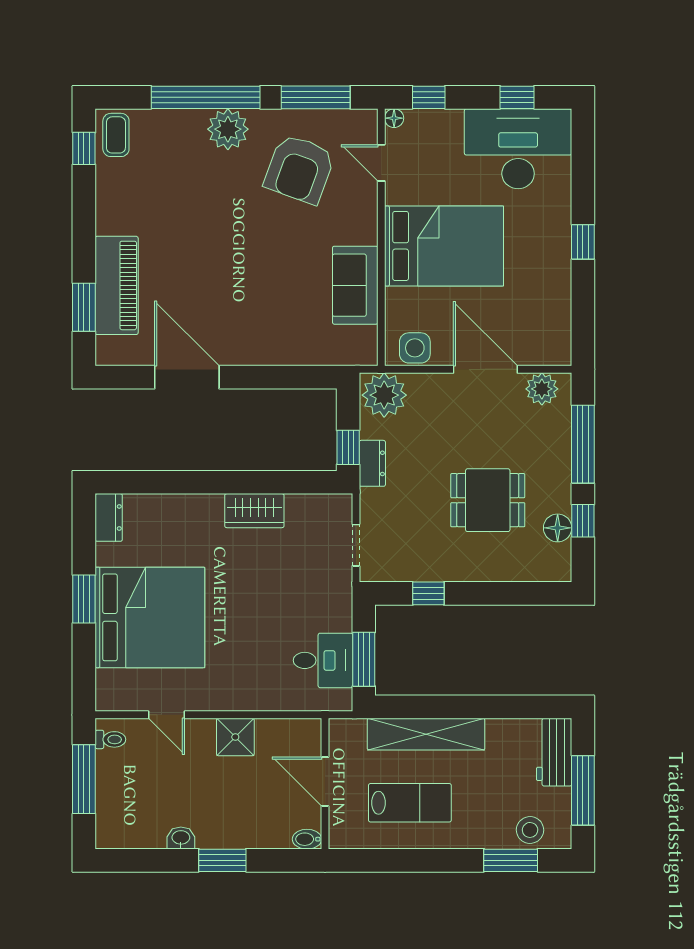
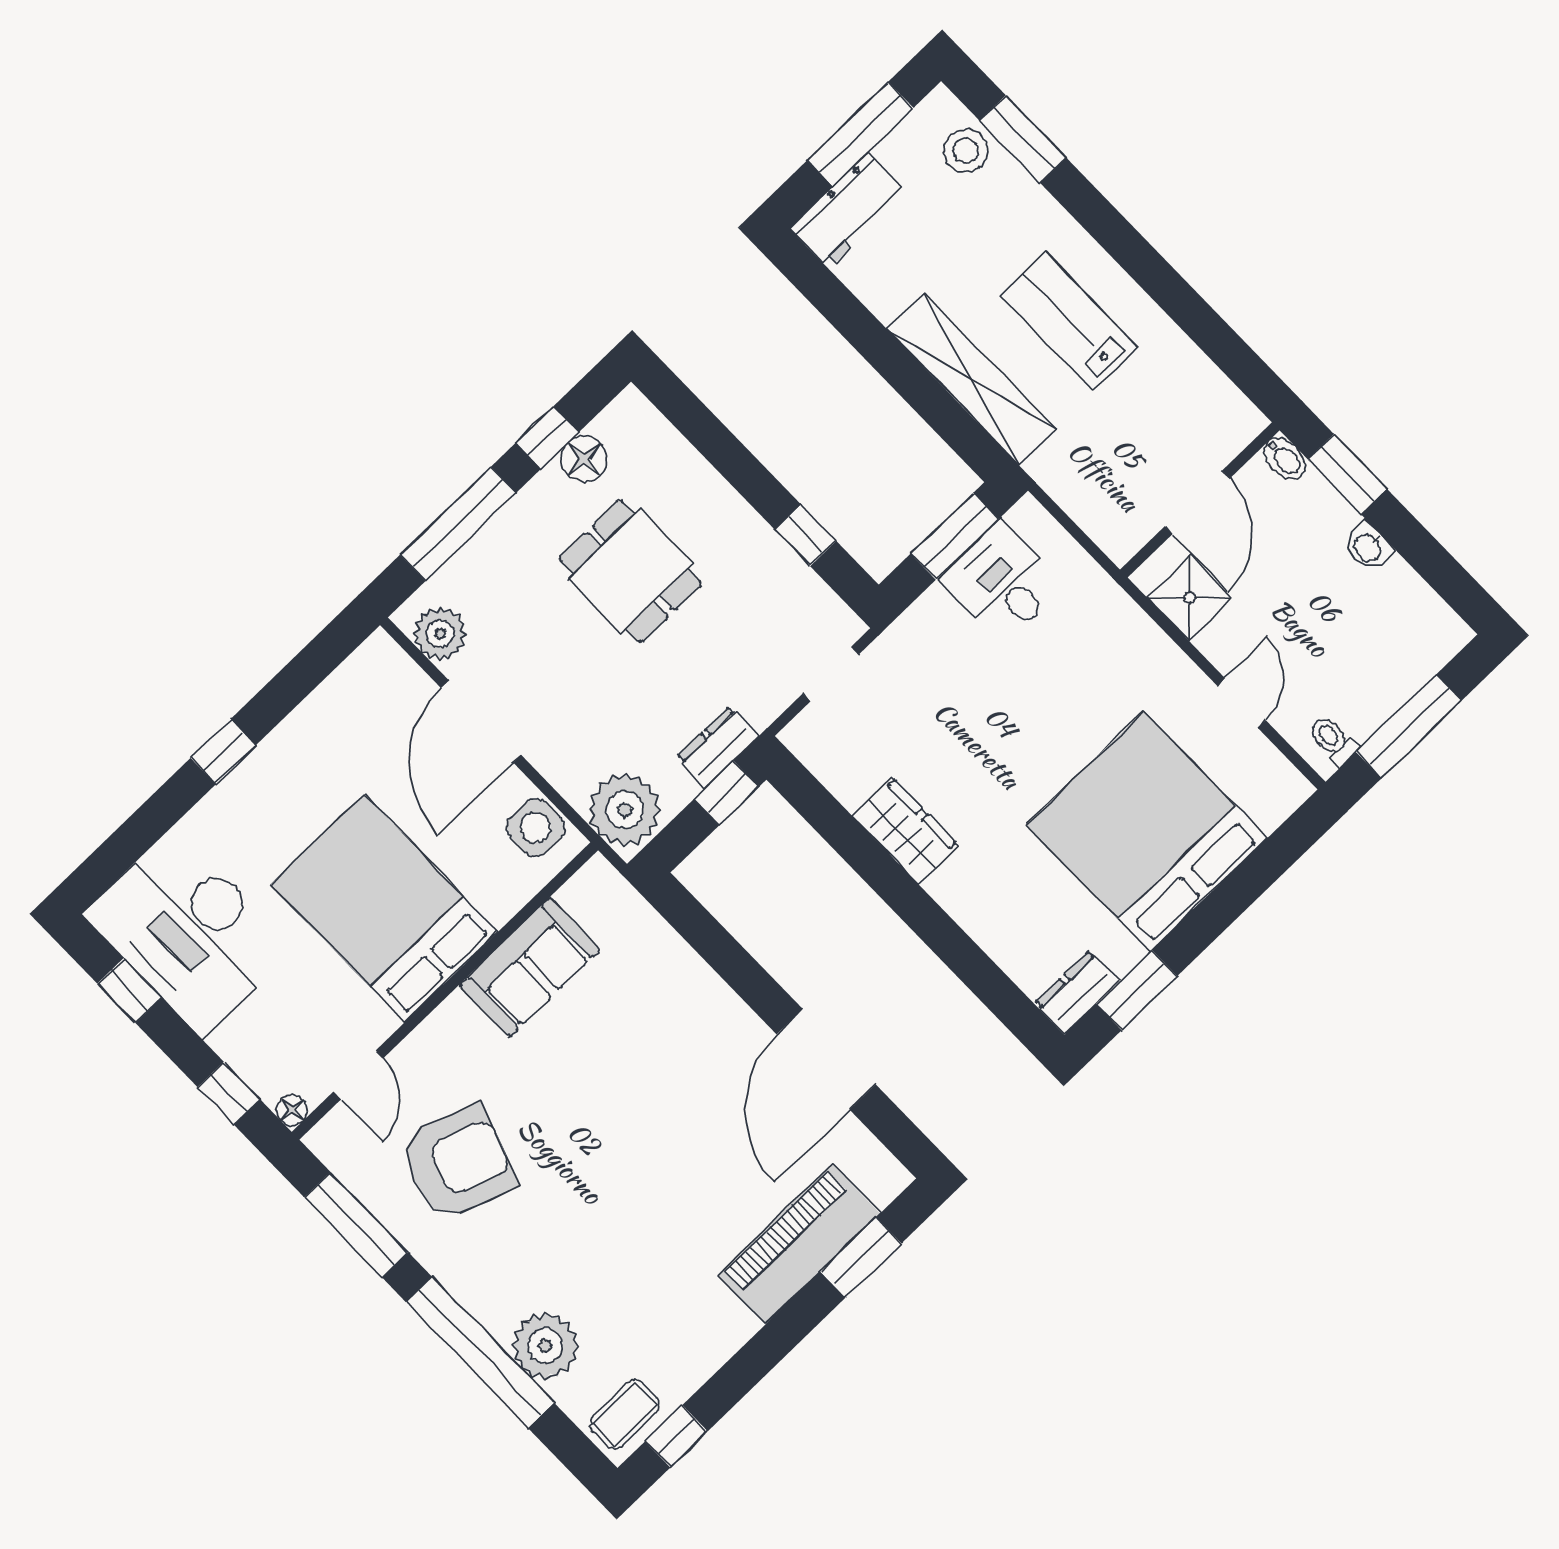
plant: (228, 129) -> (545, 1346), moved
window: (84, 599) -> (1137, 990), moved
door: (325, 782) -> (1197, 502), moved
wall: (325, 784) -> (1200, 500), moved
bidet: (307, 839) -> (1285, 458), moved

